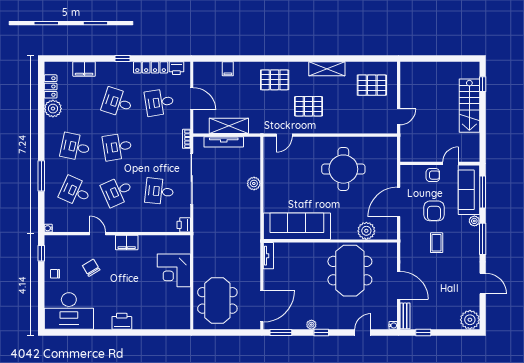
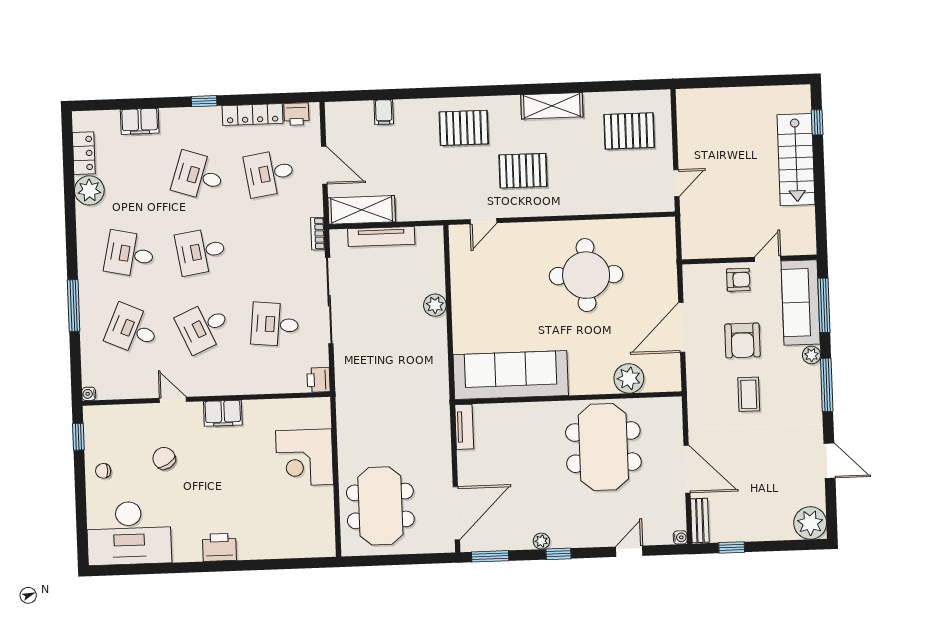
shelving: (229, 126) -> (362, 210), moved

